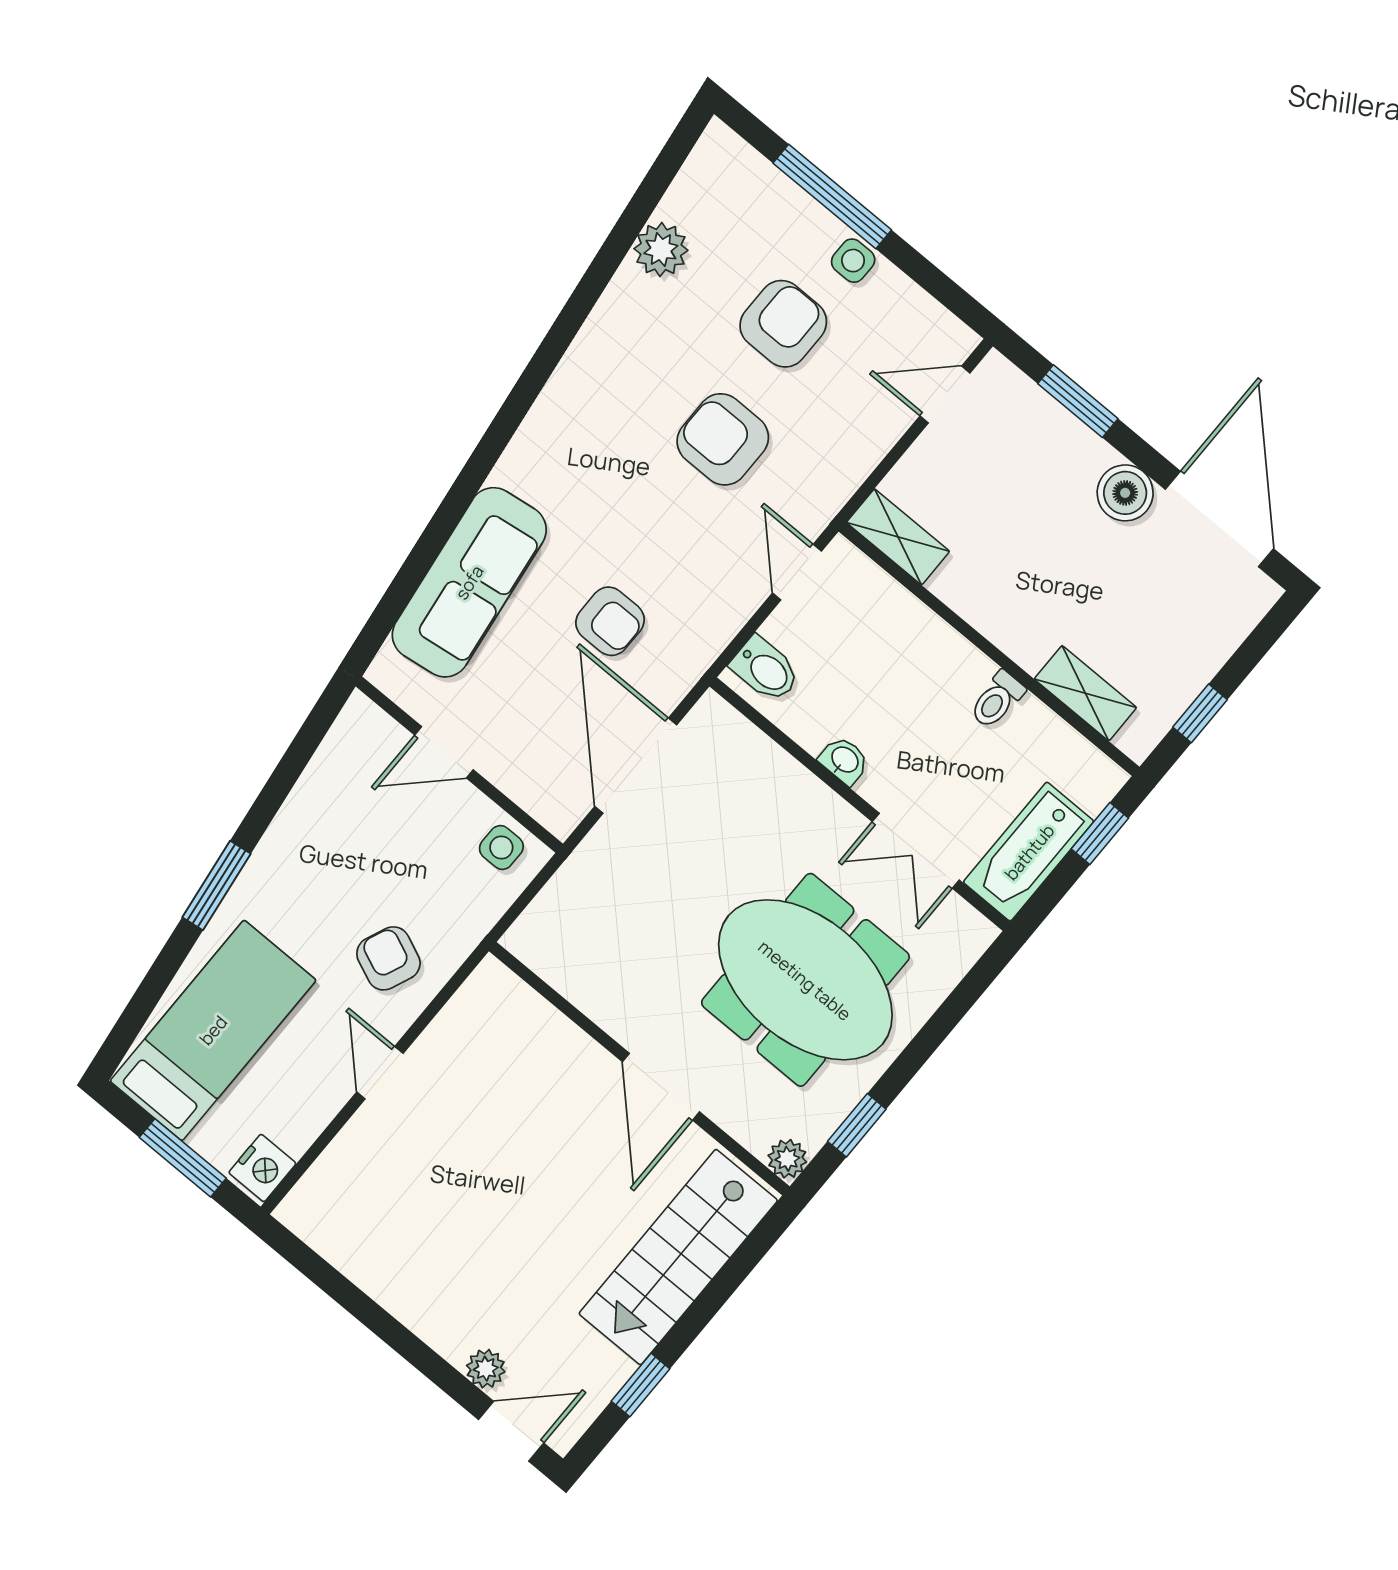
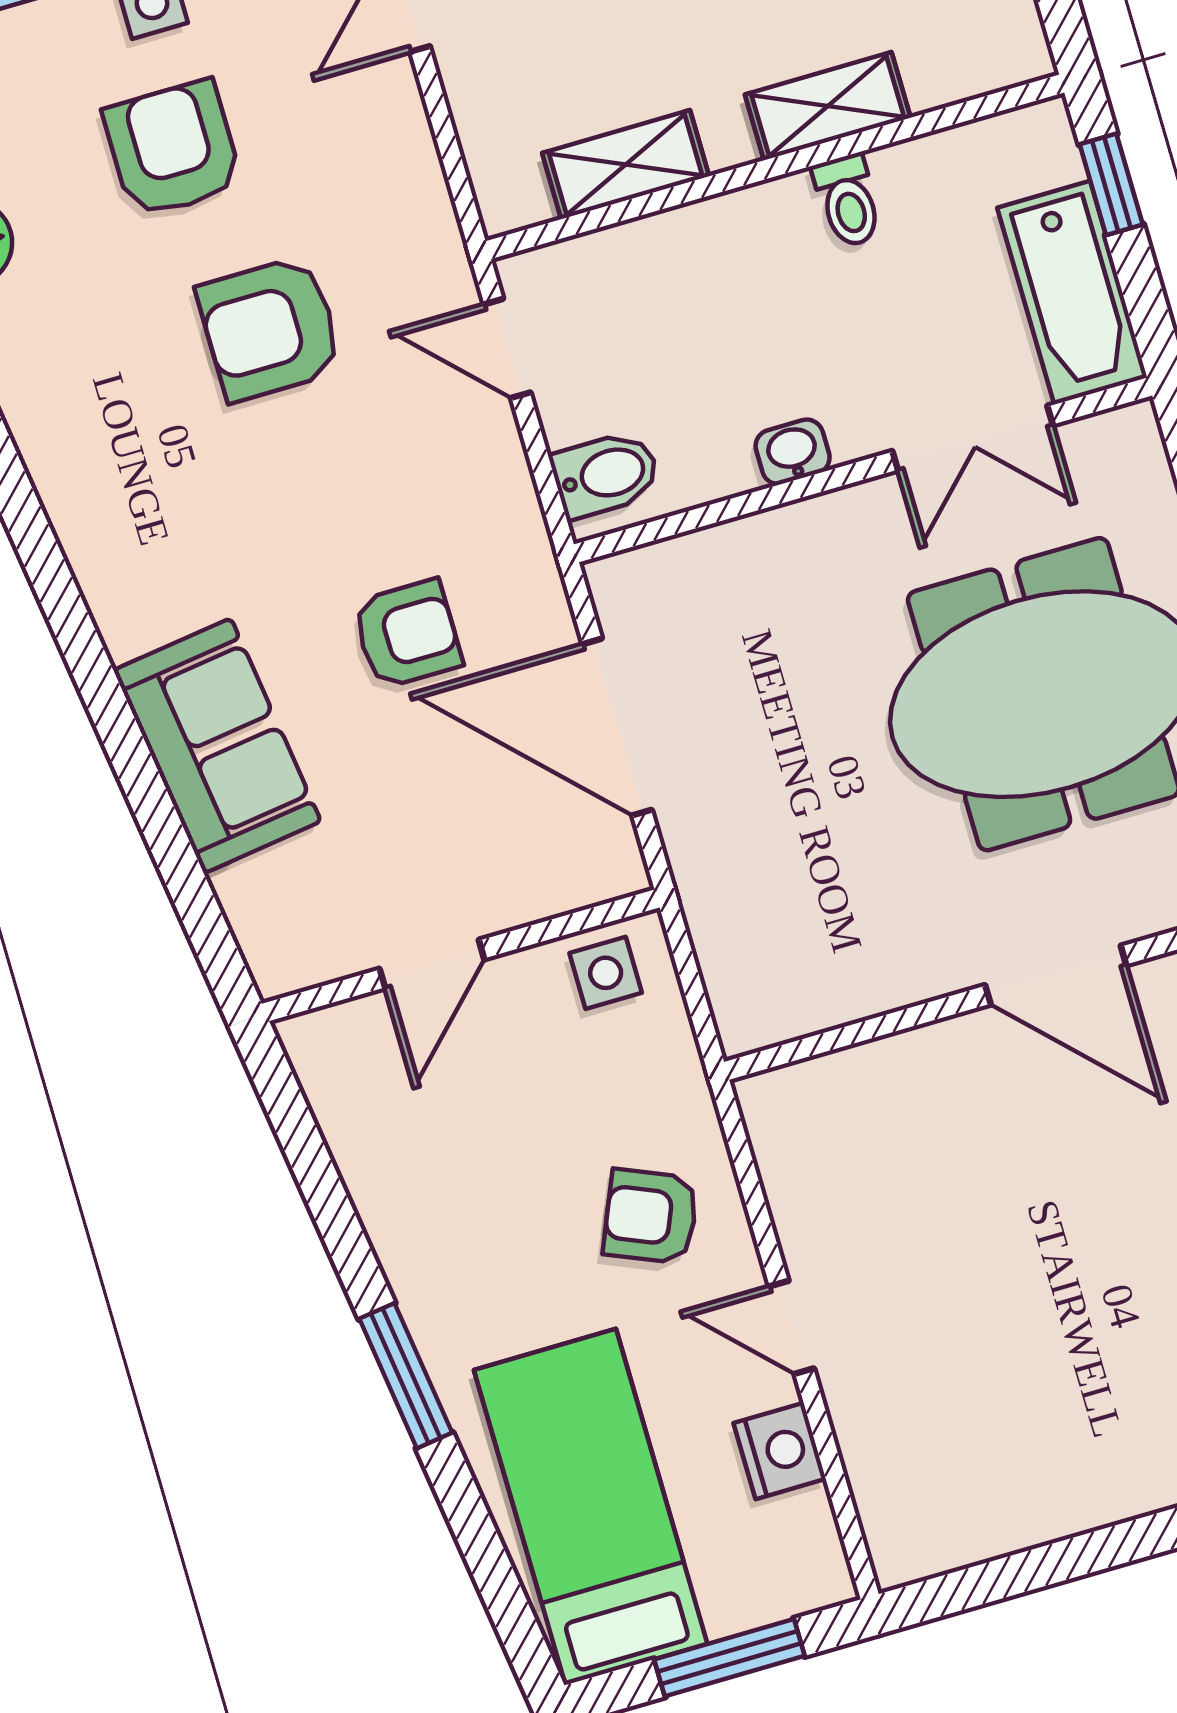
shelving: (898, 537) -> (626, 165), moved
sofa: (469, 582) -> (217, 746), width x0.73
shelving: (1085, 693) -> (828, 106), moved
nightstand: (262, 1168) -> (780, 1451), moved

